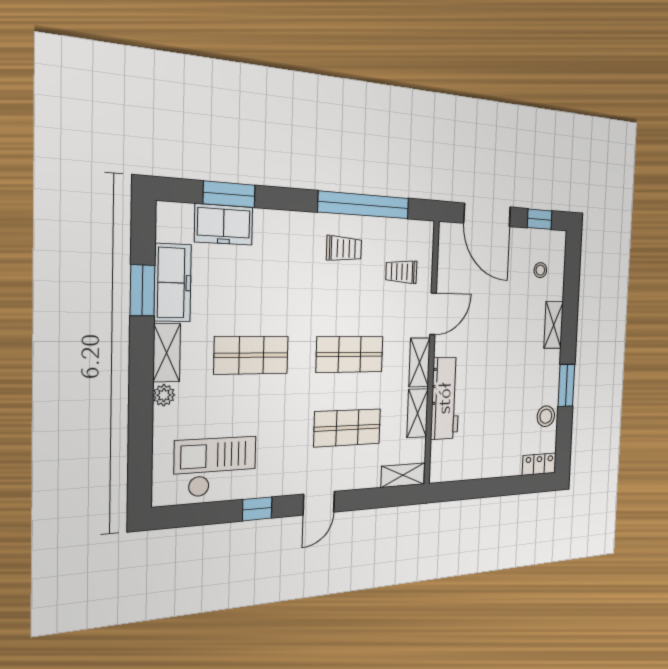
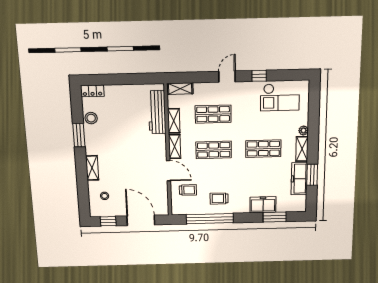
freezer: (224, 224) -> (263, 205), moved
door: (433, 314) -> (169, 171), swing flipped
workbench: (445, 398) -> (157, 112), moved

